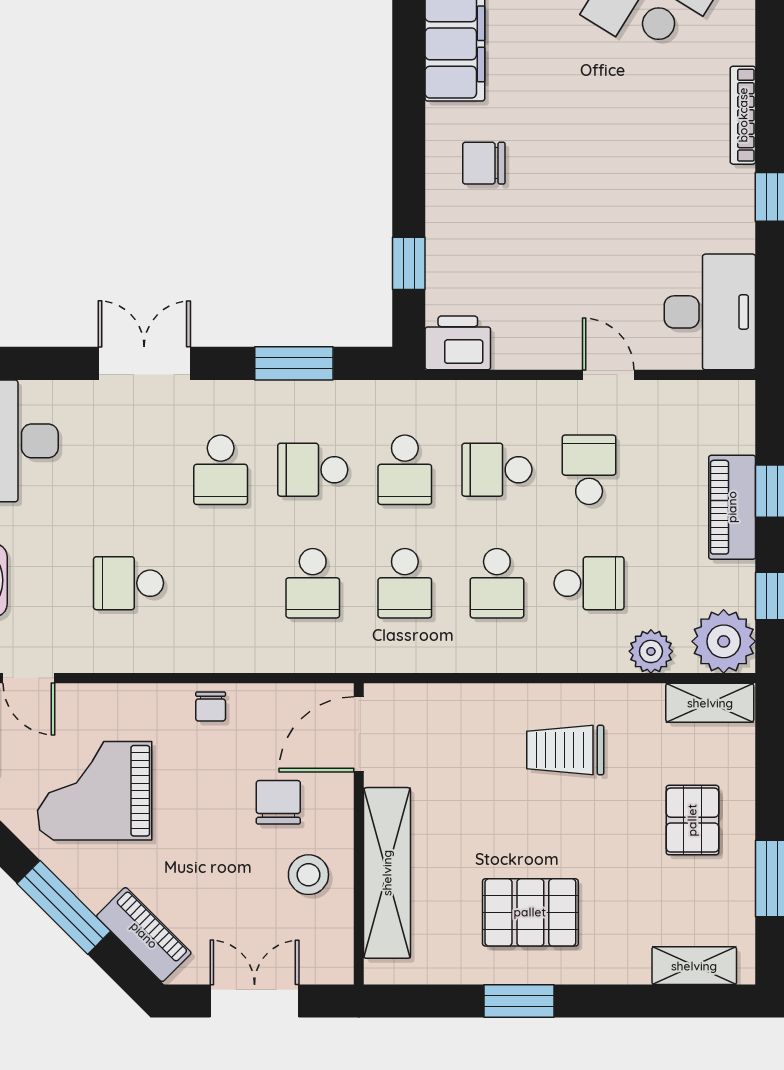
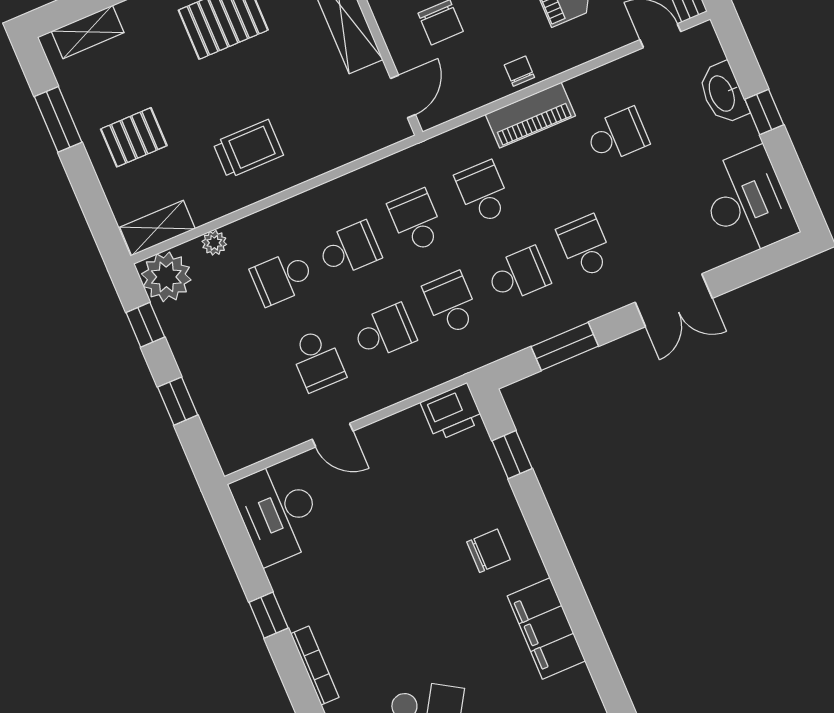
piano: (732, 507) -> (530, 115), moved, turned 90
school desk: (497, 583) -> (349, 249), turned 90
plant: (651, 651) -> (214, 243), width x0.73, depth x0.73
door: (359, 734) -> (403, 97), width x0.73
pallet: (692, 820) -> (134, 137), turned 90

